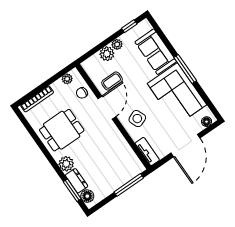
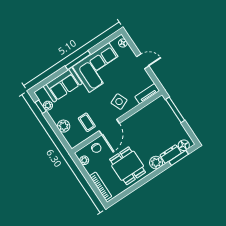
plant: (117, 44) -> (48, 106), moved
door: (107, 108) -> (109, 127), swing flipped
door: (185, 146) -> (143, 61), width x0.53

